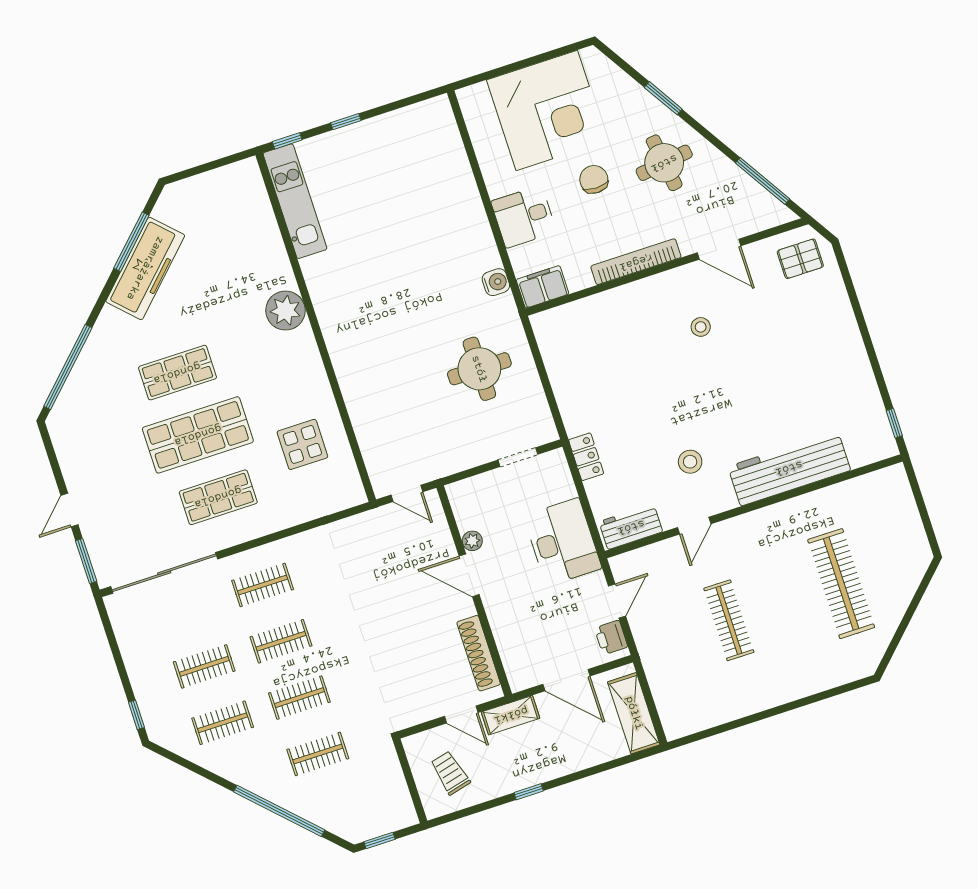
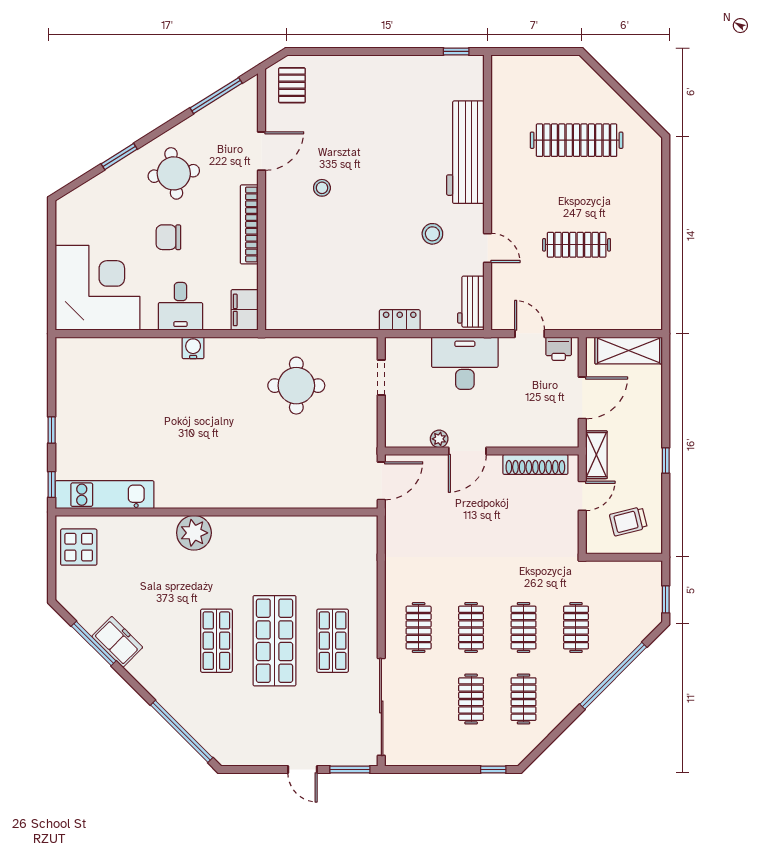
corner desk: (547, 110) -> (97, 288), moved
freezer: (145, 268) -> (117, 642), width x0.52, depth x0.79
water cooler: (496, 282) -> (193, 348), moved
display table: (302, 444) -> (79, 547), moved
door: (407, 493) -> (381, 481), width x1.38

